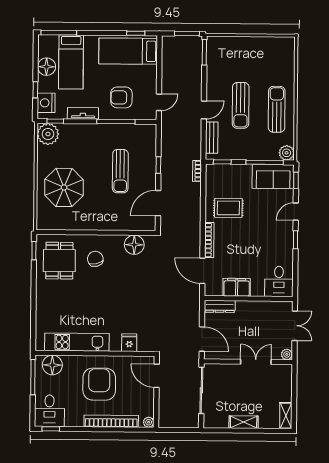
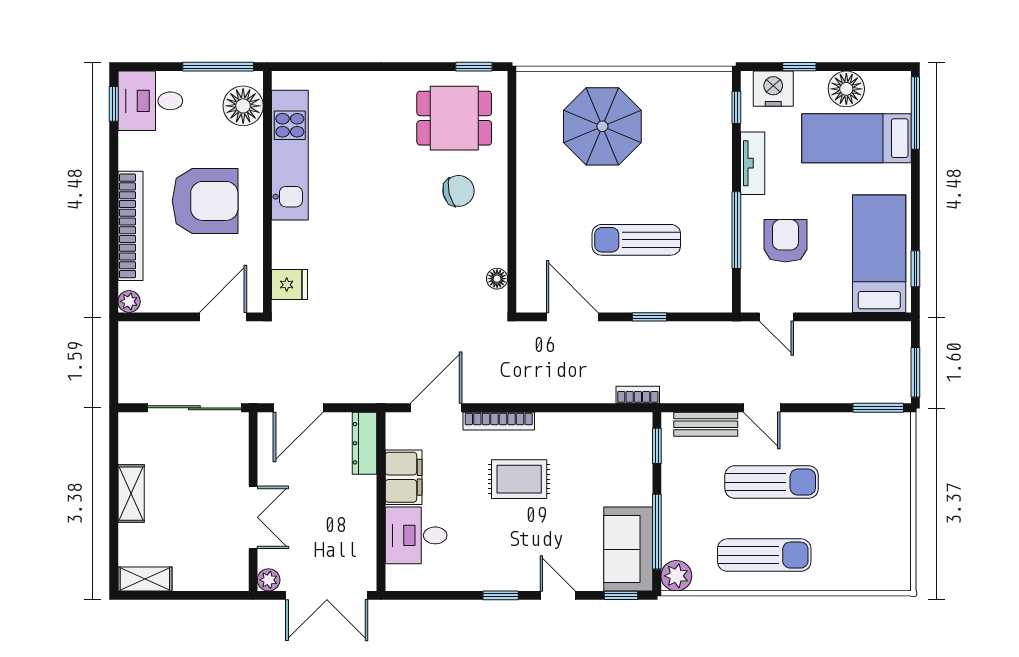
sun lounger: (241, 105) -> (772, 482), turned 180
plant: (48, 134) -> (710, 93), removed
rug: (228, 208) -> (519, 479), moved, turned 90
floor lamp: (134, 245) -> (497, 279), width x0.53, depth x0.53
desk: (279, 281) -> (416, 535), moved
double door: (295, 326) -> (327, 595), width x1.37
fridge: (129, 343) -> (290, 285), moved

